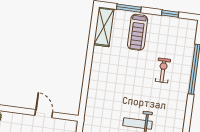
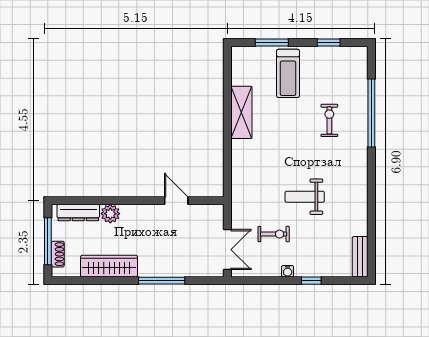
shelving: (104, 27) -> (241, 112), moved

